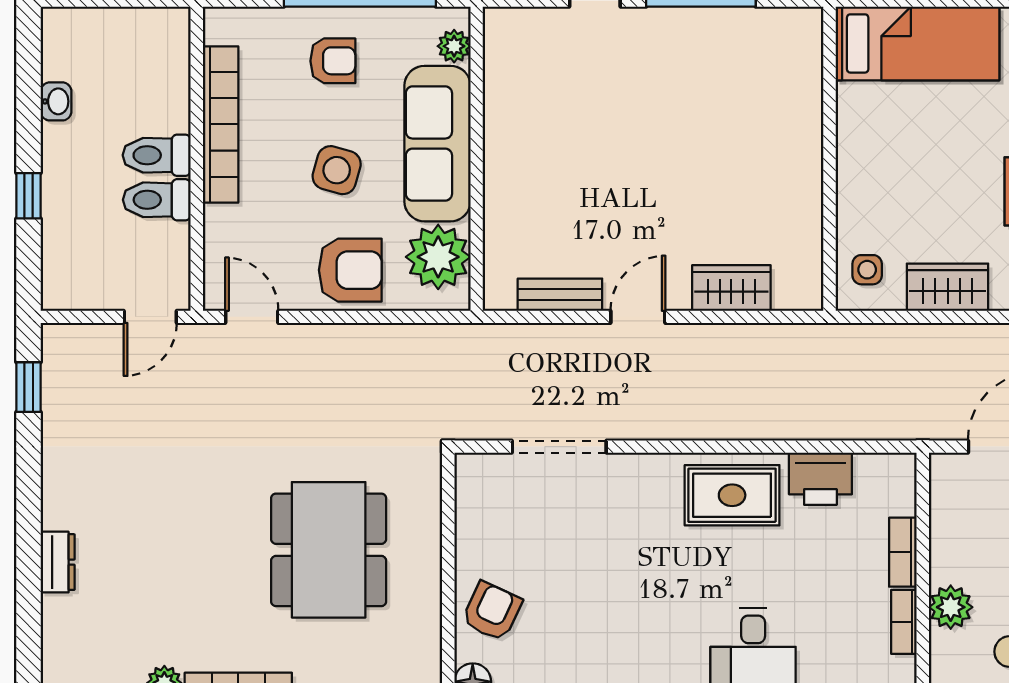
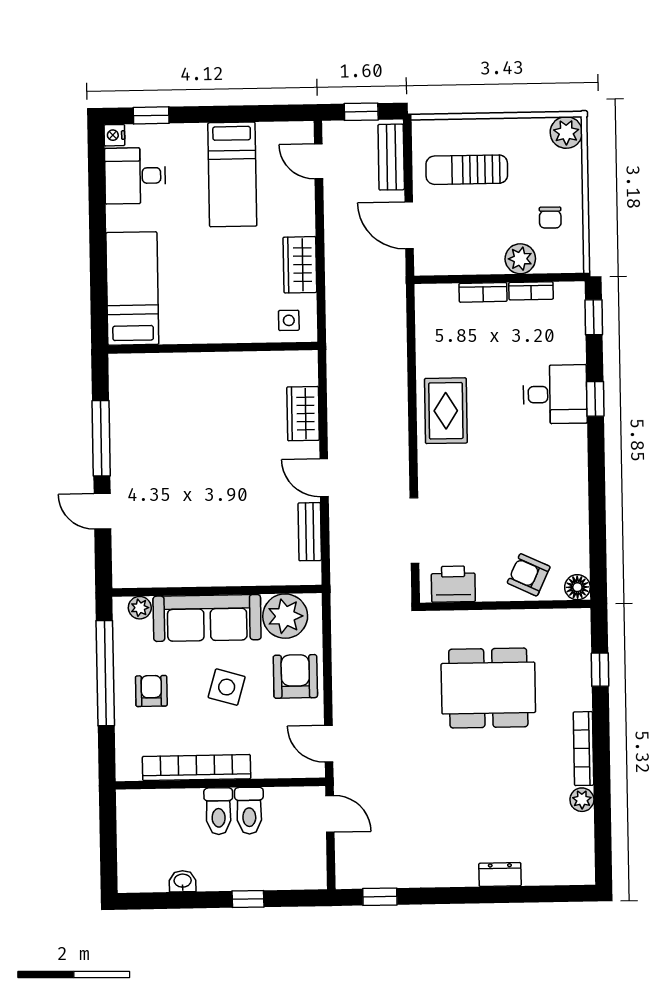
door: (252, 317) -> (329, 744), hinge flipped
printer: (820, 479) -> (453, 584), moved, turned -90

